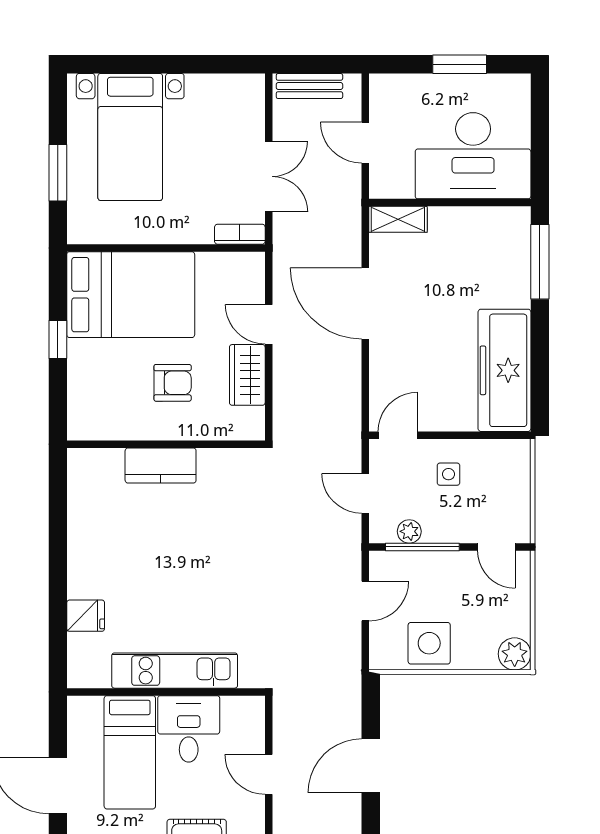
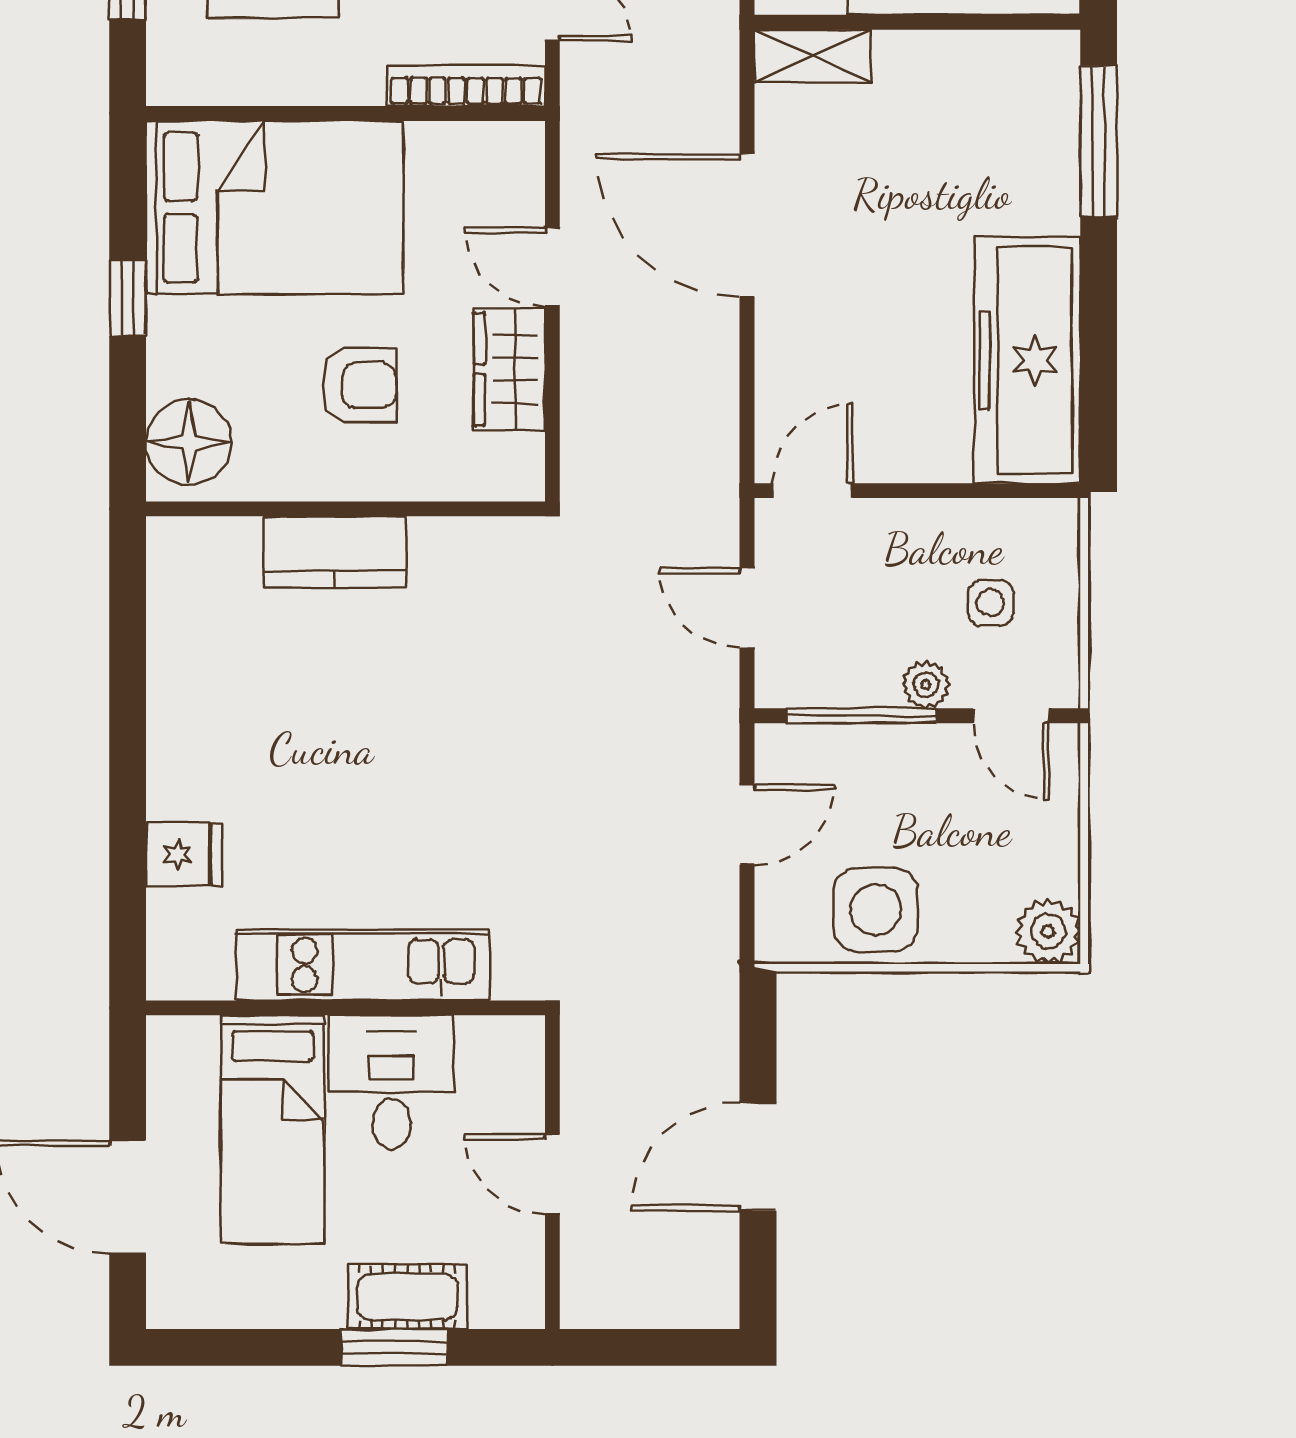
bookcase: (240, 234) -> (466, 86), width x1.56
floor lamp: (88, 411) -> (189, 442), added
side table: (448, 474) -> (991, 603), moved
plant: (409, 531) -> (926, 685), moved

